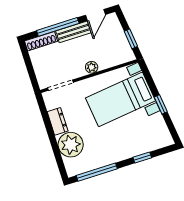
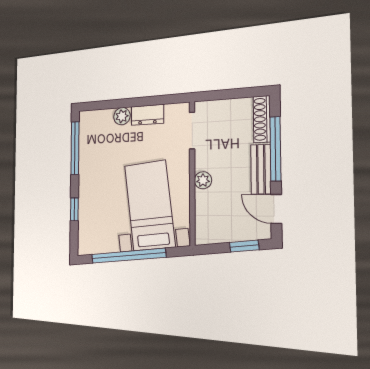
window: (131, 39) -> (244, 246), moved
window: (161, 104) -> (128, 256), width x3.17
plant: (71, 145) -> (122, 116), width x0.53, depth x0.53

